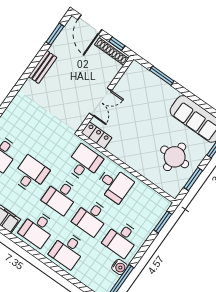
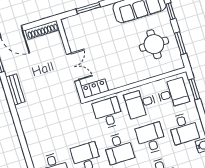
window: (117, 44) -> (40, 23), removed
desk: (114, 185) -> (140, 103), turned 180
desk: (145, 206) -> (173, 93), added
desk: (91, 217) -> (151, 138), turned 180

